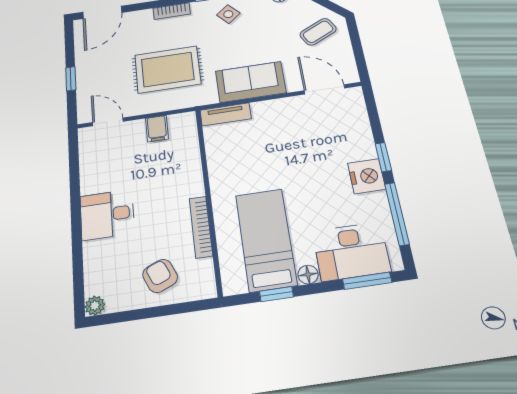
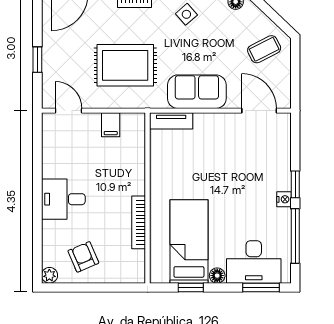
nightstand: (367, 176) -> (284, 199), width x0.53, depth x0.56
armchair: (160, 276) -> (83, 257), moved

